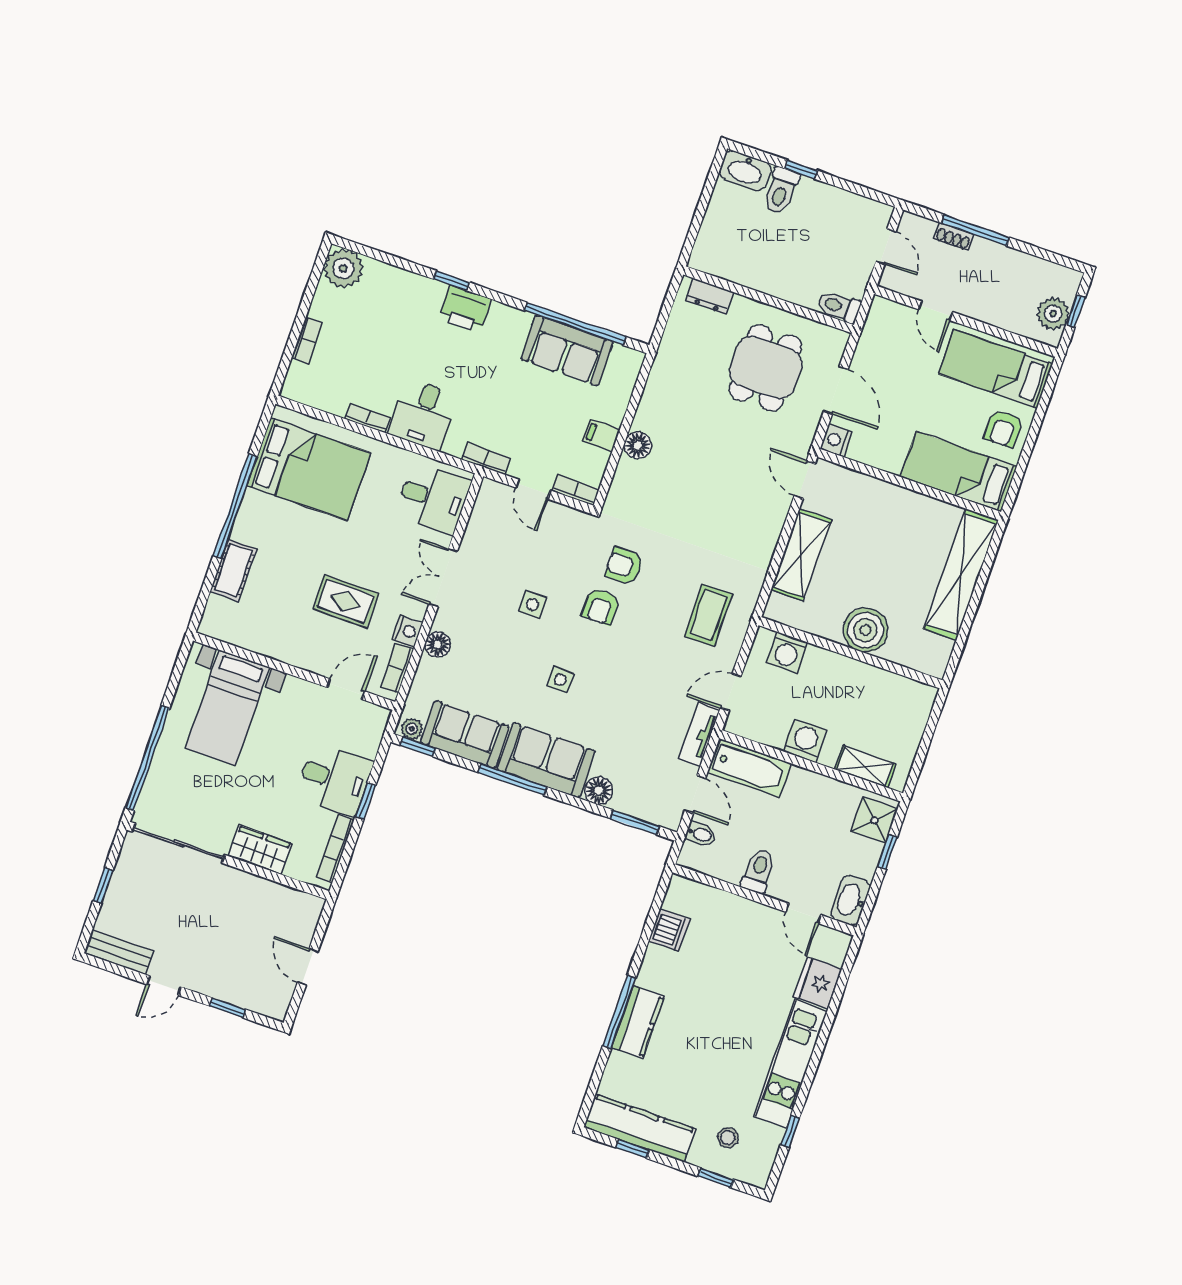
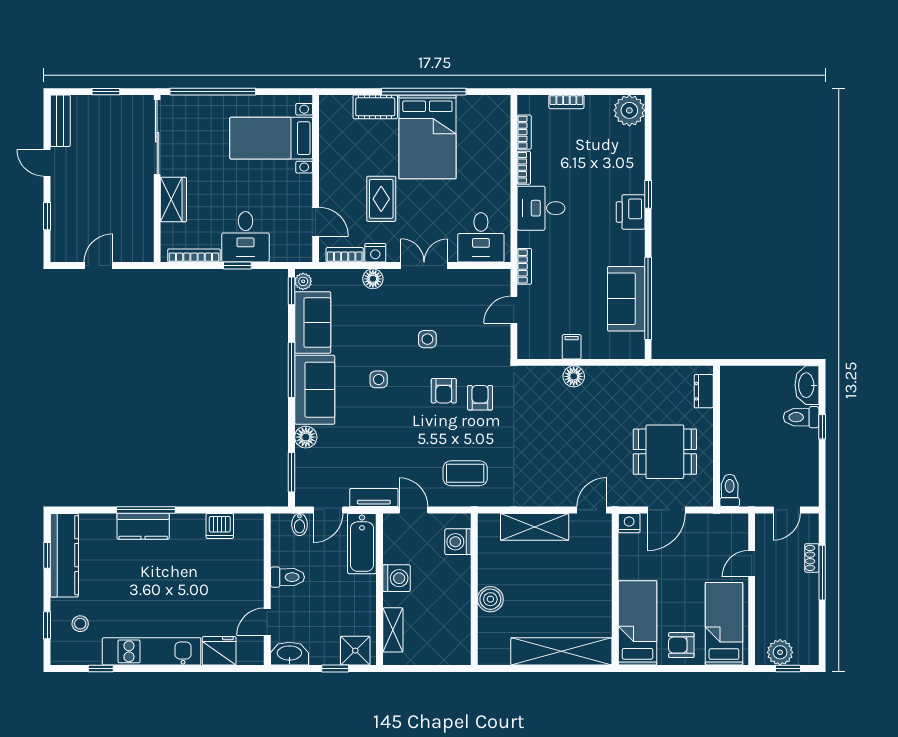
bed: (309, 469) -> (427, 137), moved
bookcase: (576, 490) -> (524, 132), moved
armchair: (601, 607) -> (444, 391), turned -90
boiler: (865, 630) -> (490, 599), width x0.73, depth x0.73

